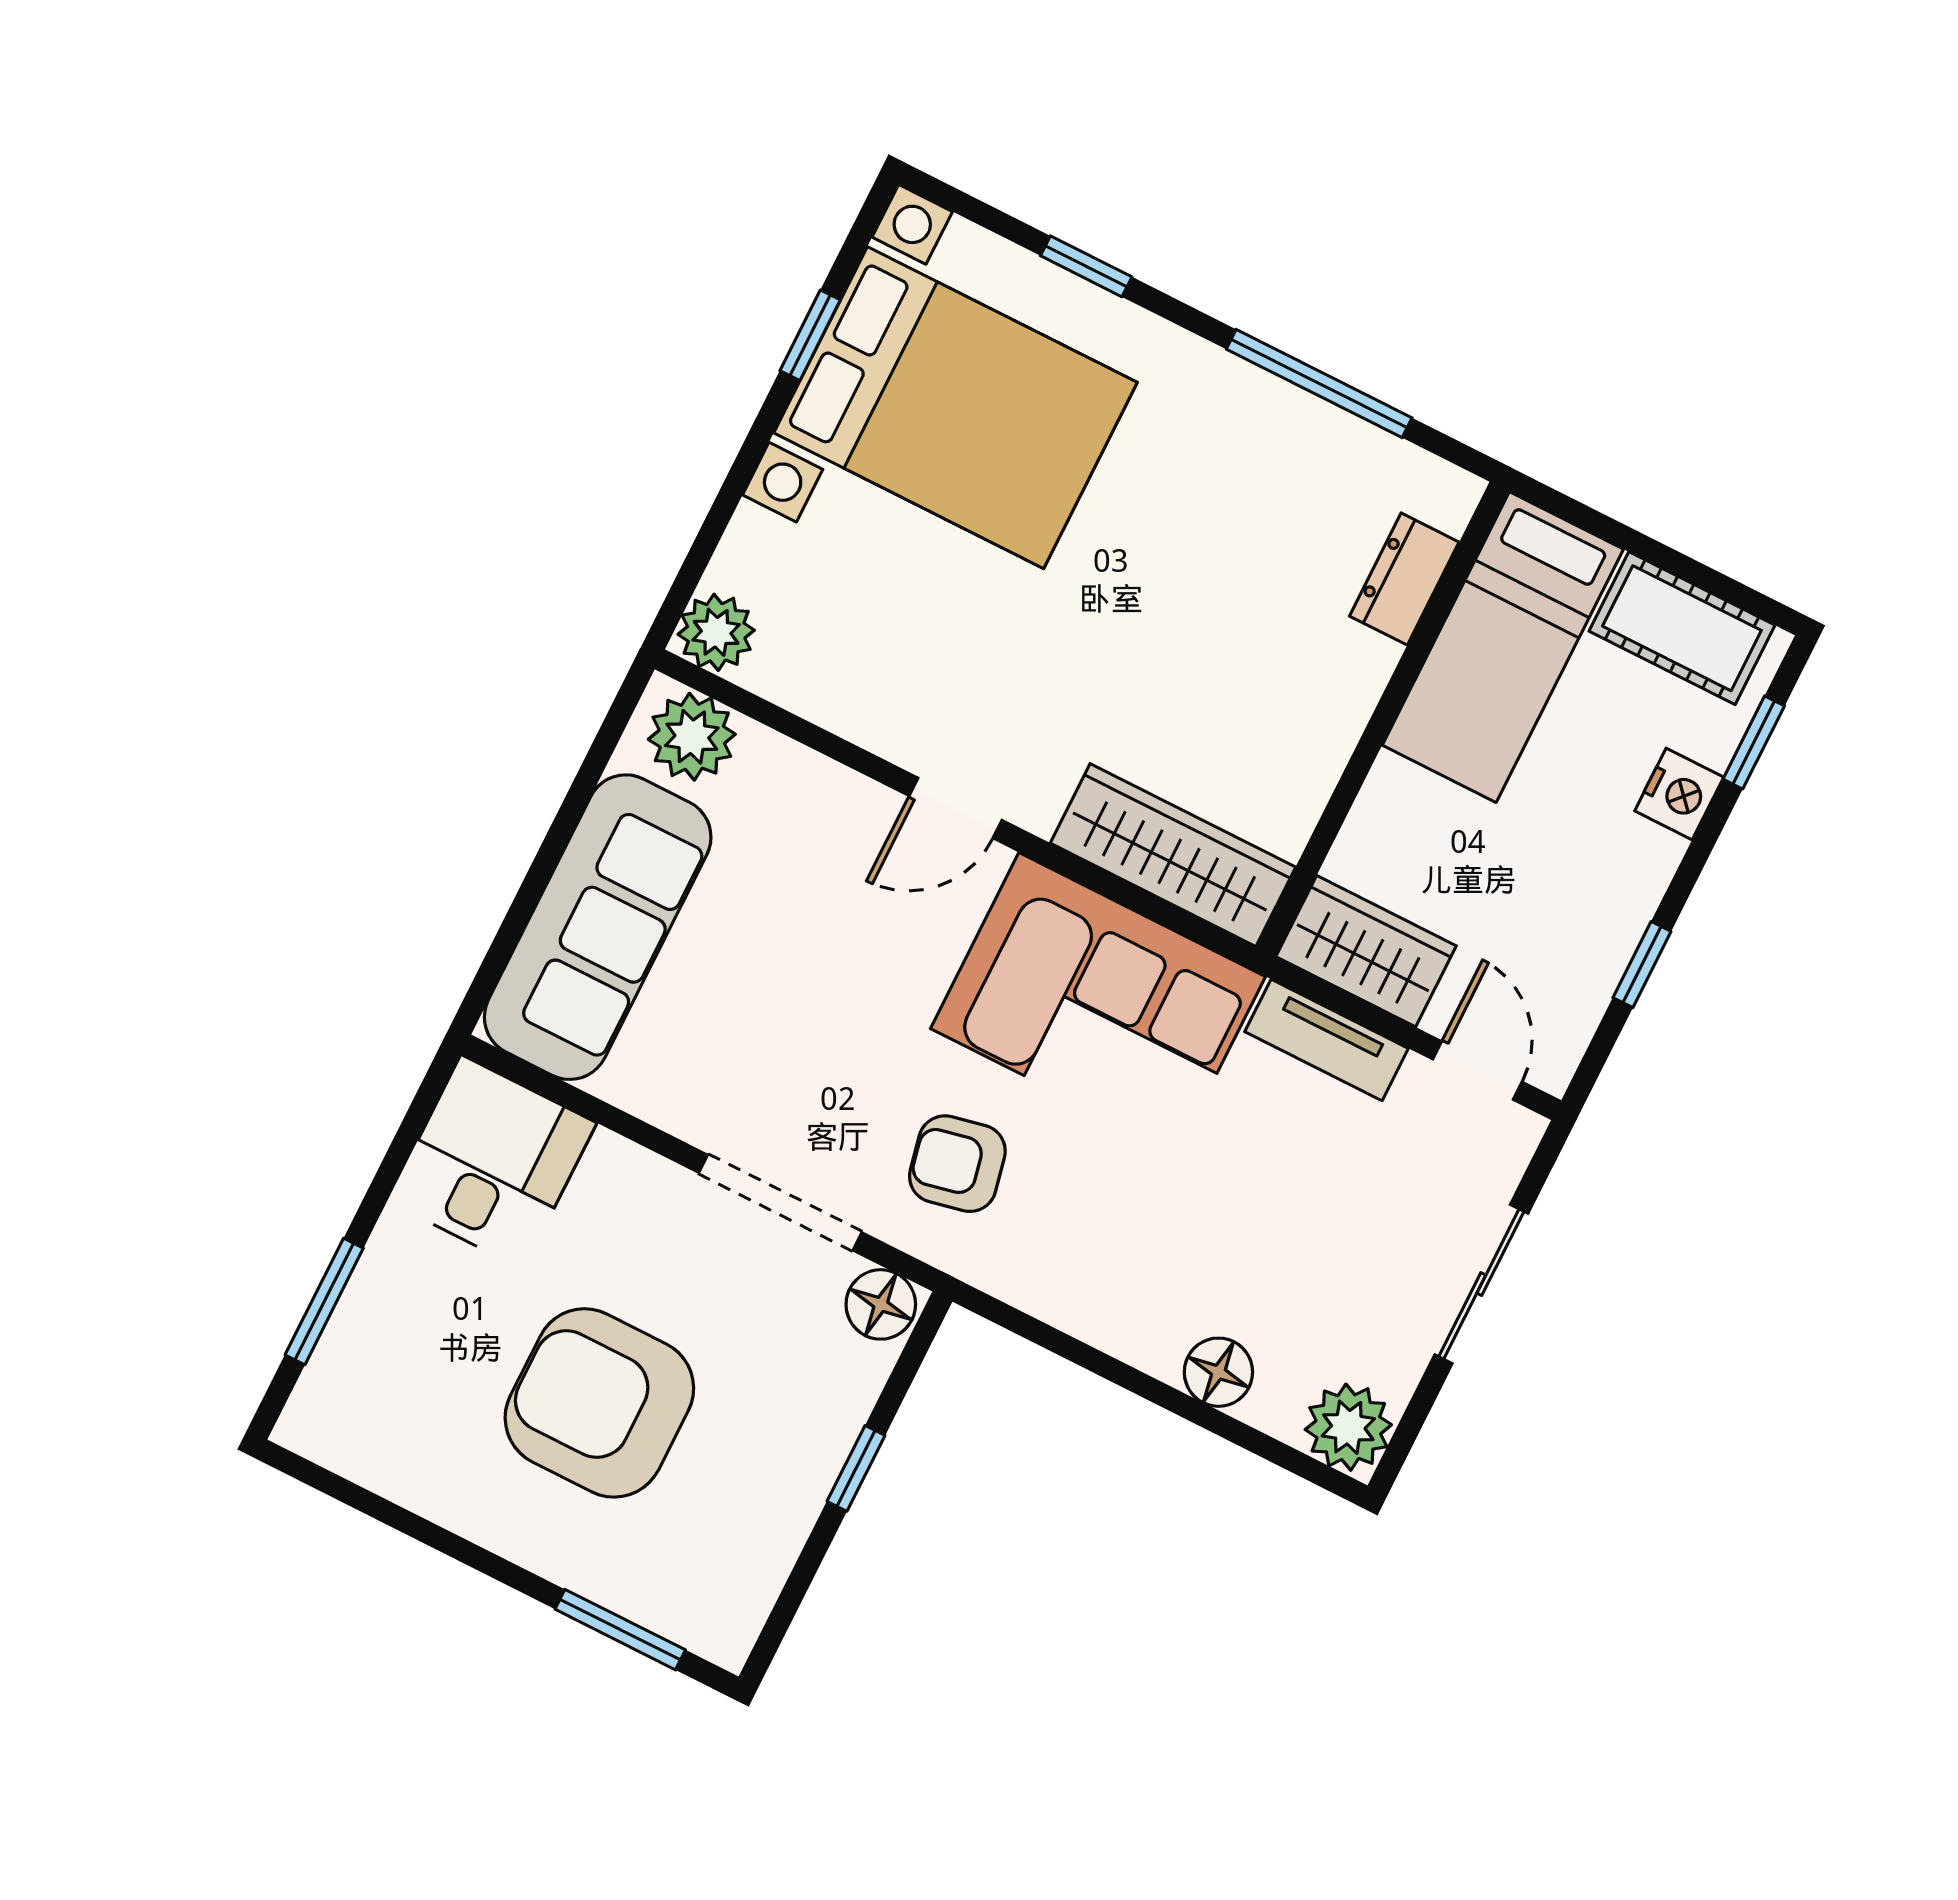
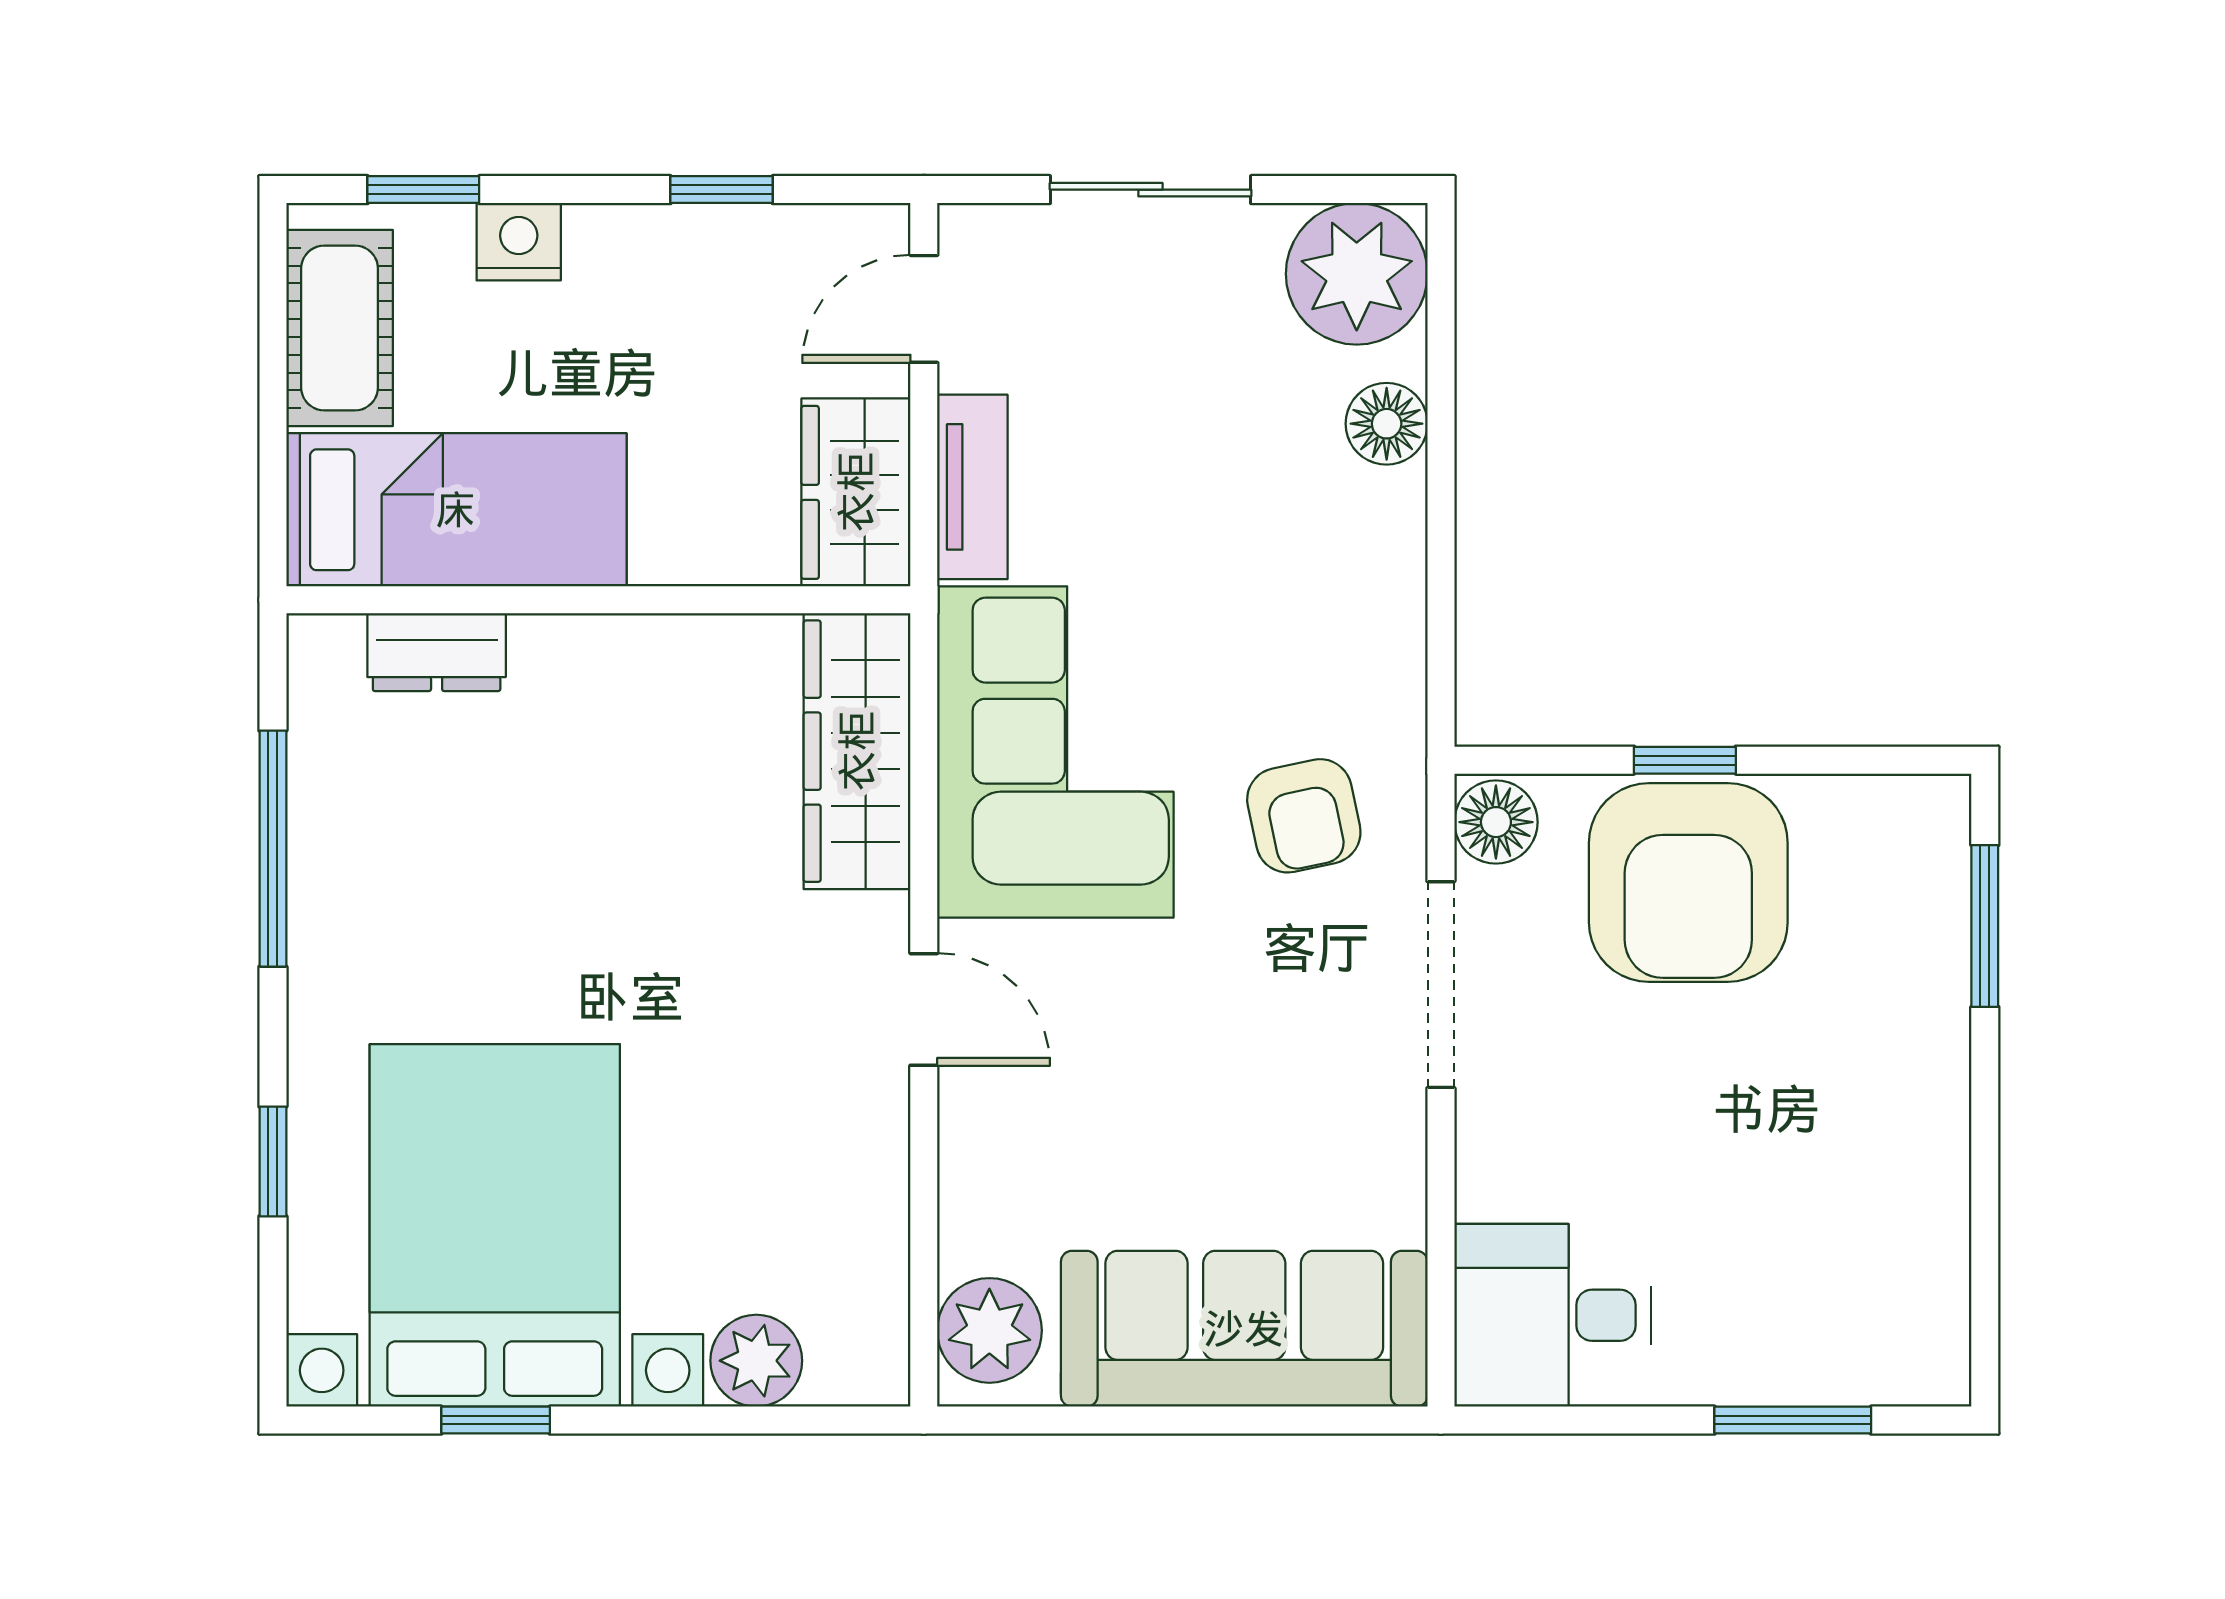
plant: (716, 632) -> (756, 1361), moved
armchair: (599, 1403) -> (1688, 883), moved
plant: (1348, 1427) -> (1357, 274), width x1.36, depth x1.36

